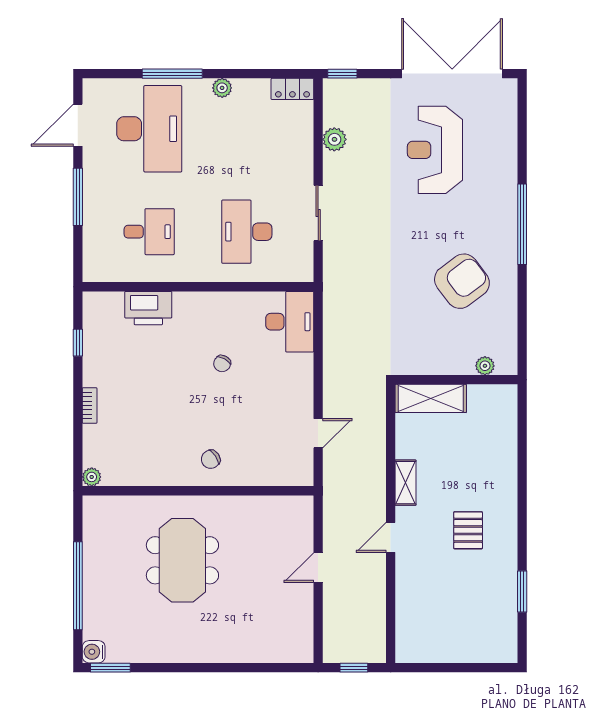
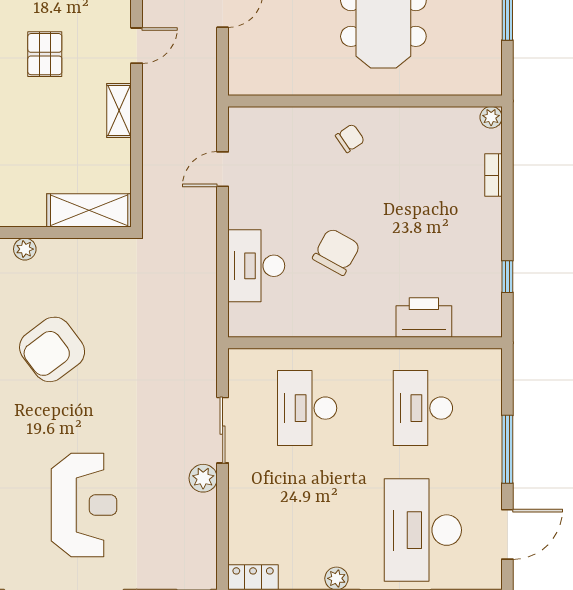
plant: (334, 139) -> (203, 478), moved
desk: (149, 232) -> (423, 408), width x1.37
desk: (247, 232) -> (307, 408), turned 180
desk: (290, 322) -> (256, 266), moved
chair: (222, 364) -> (336, 252), width x1.87, depth x1.87
bookcase: (90, 405) -> (493, 175), moved

